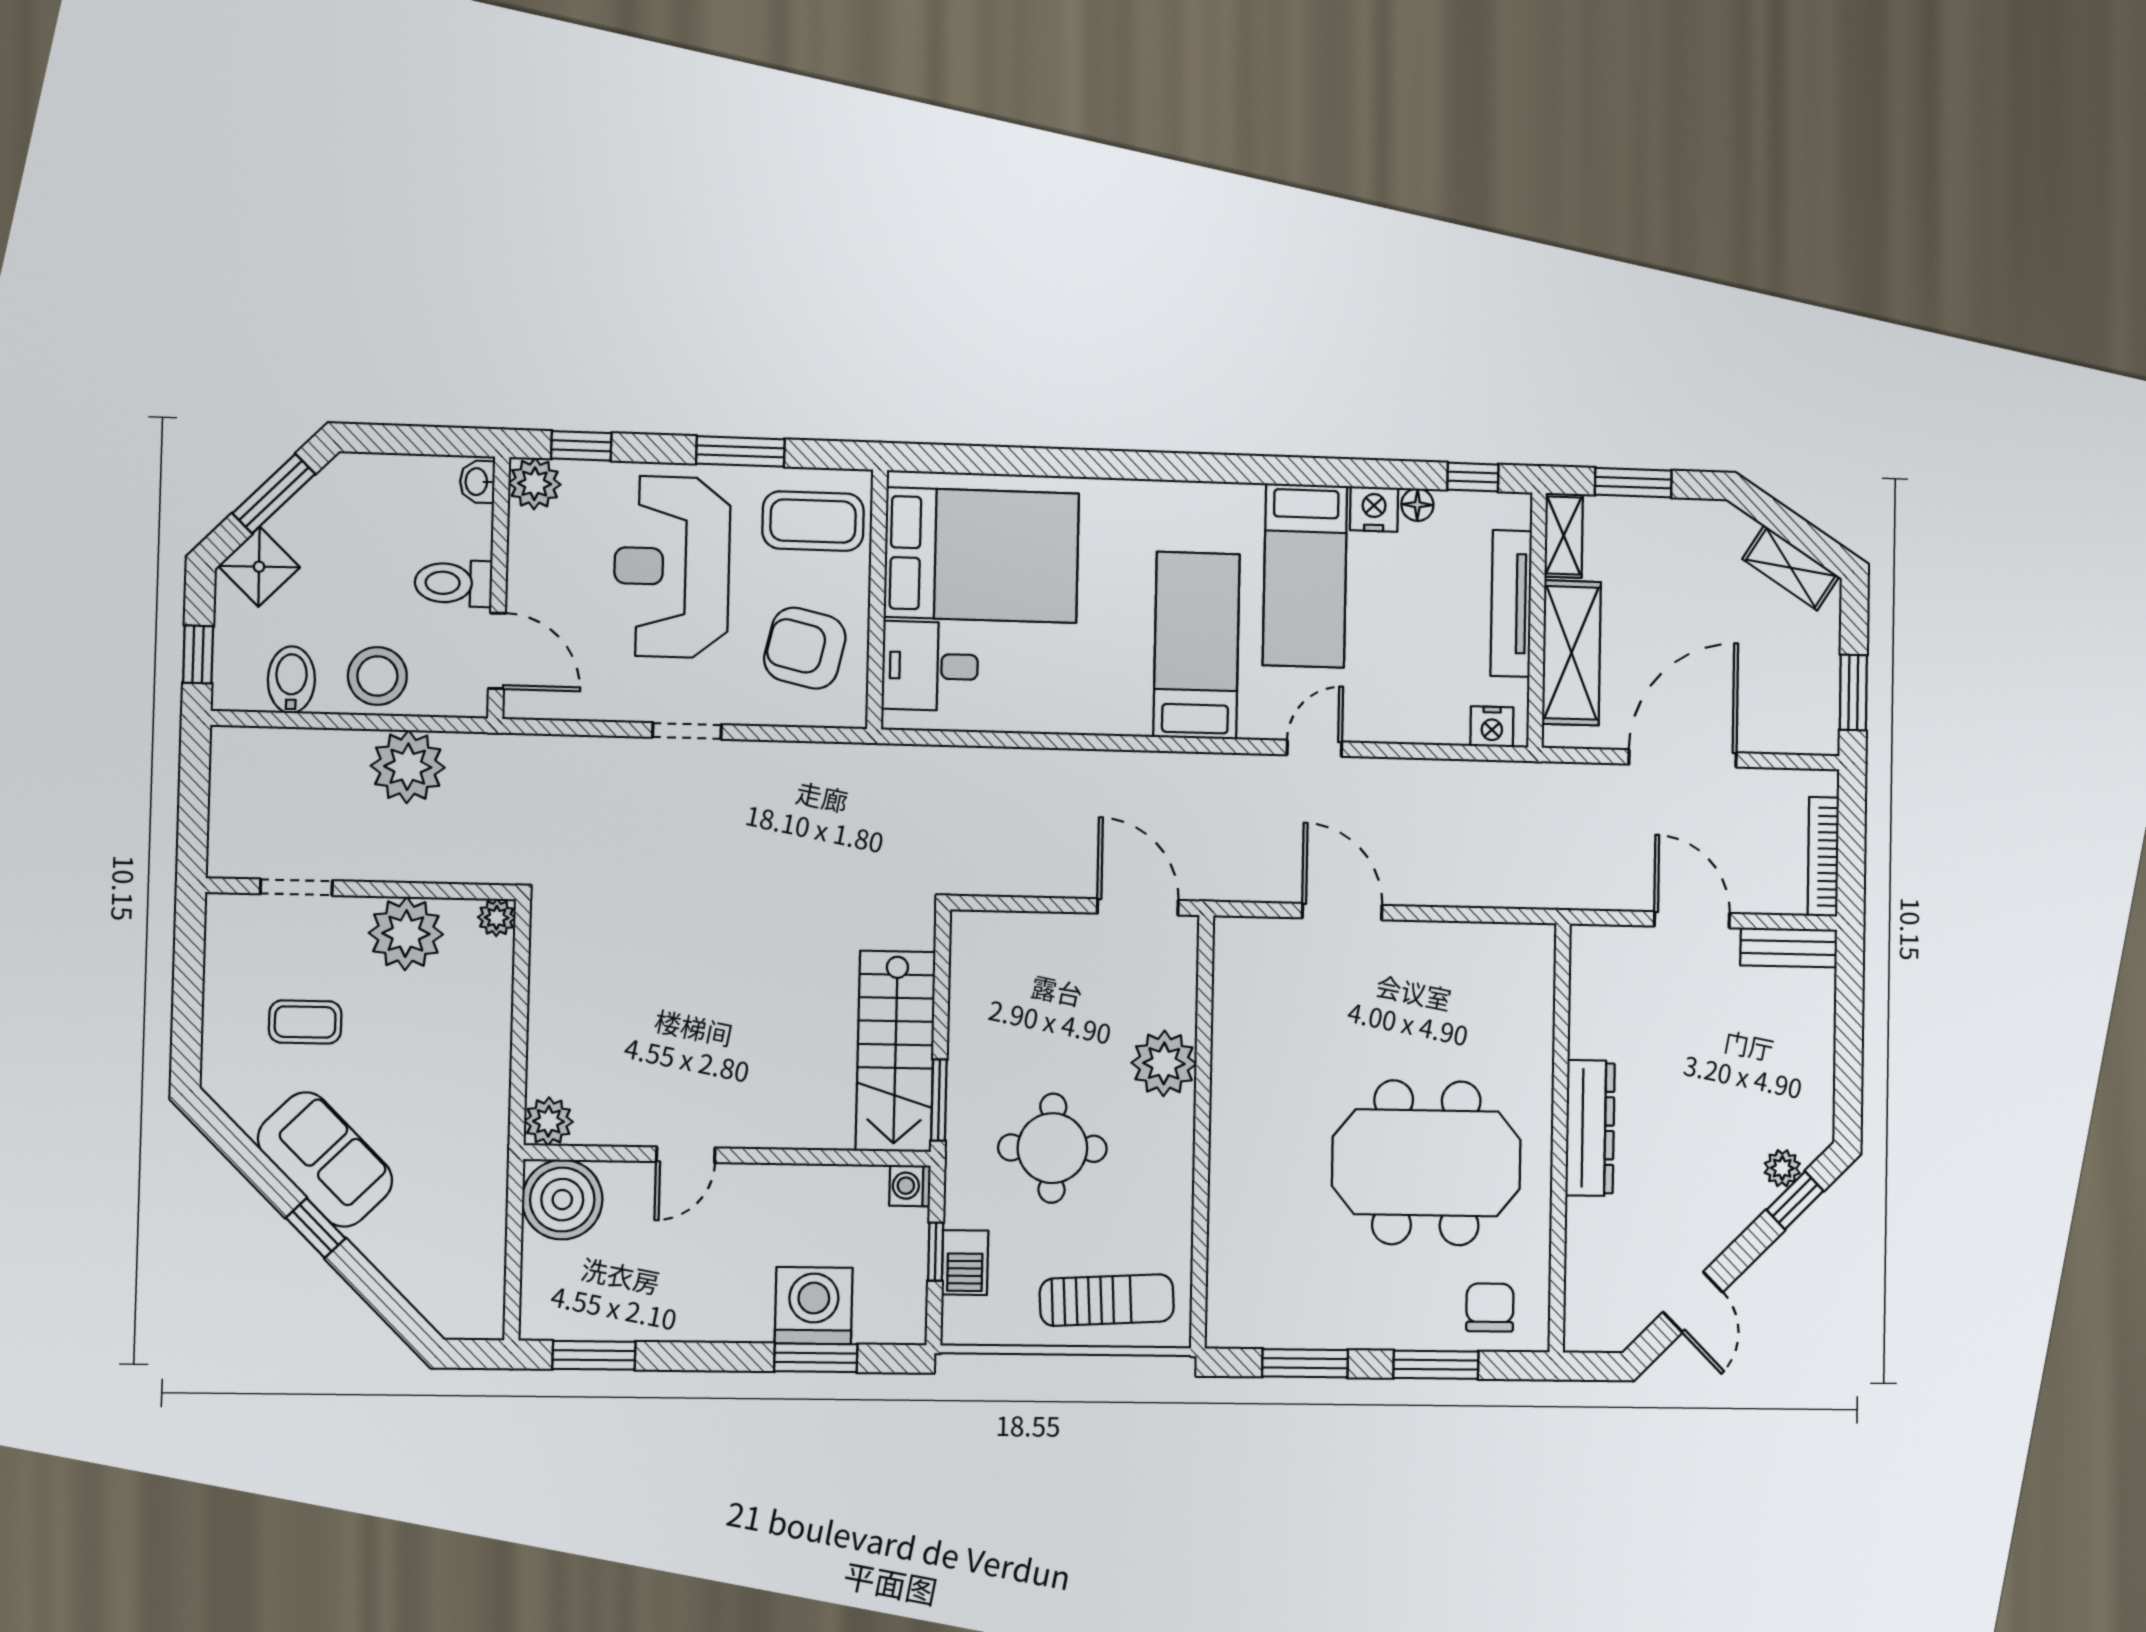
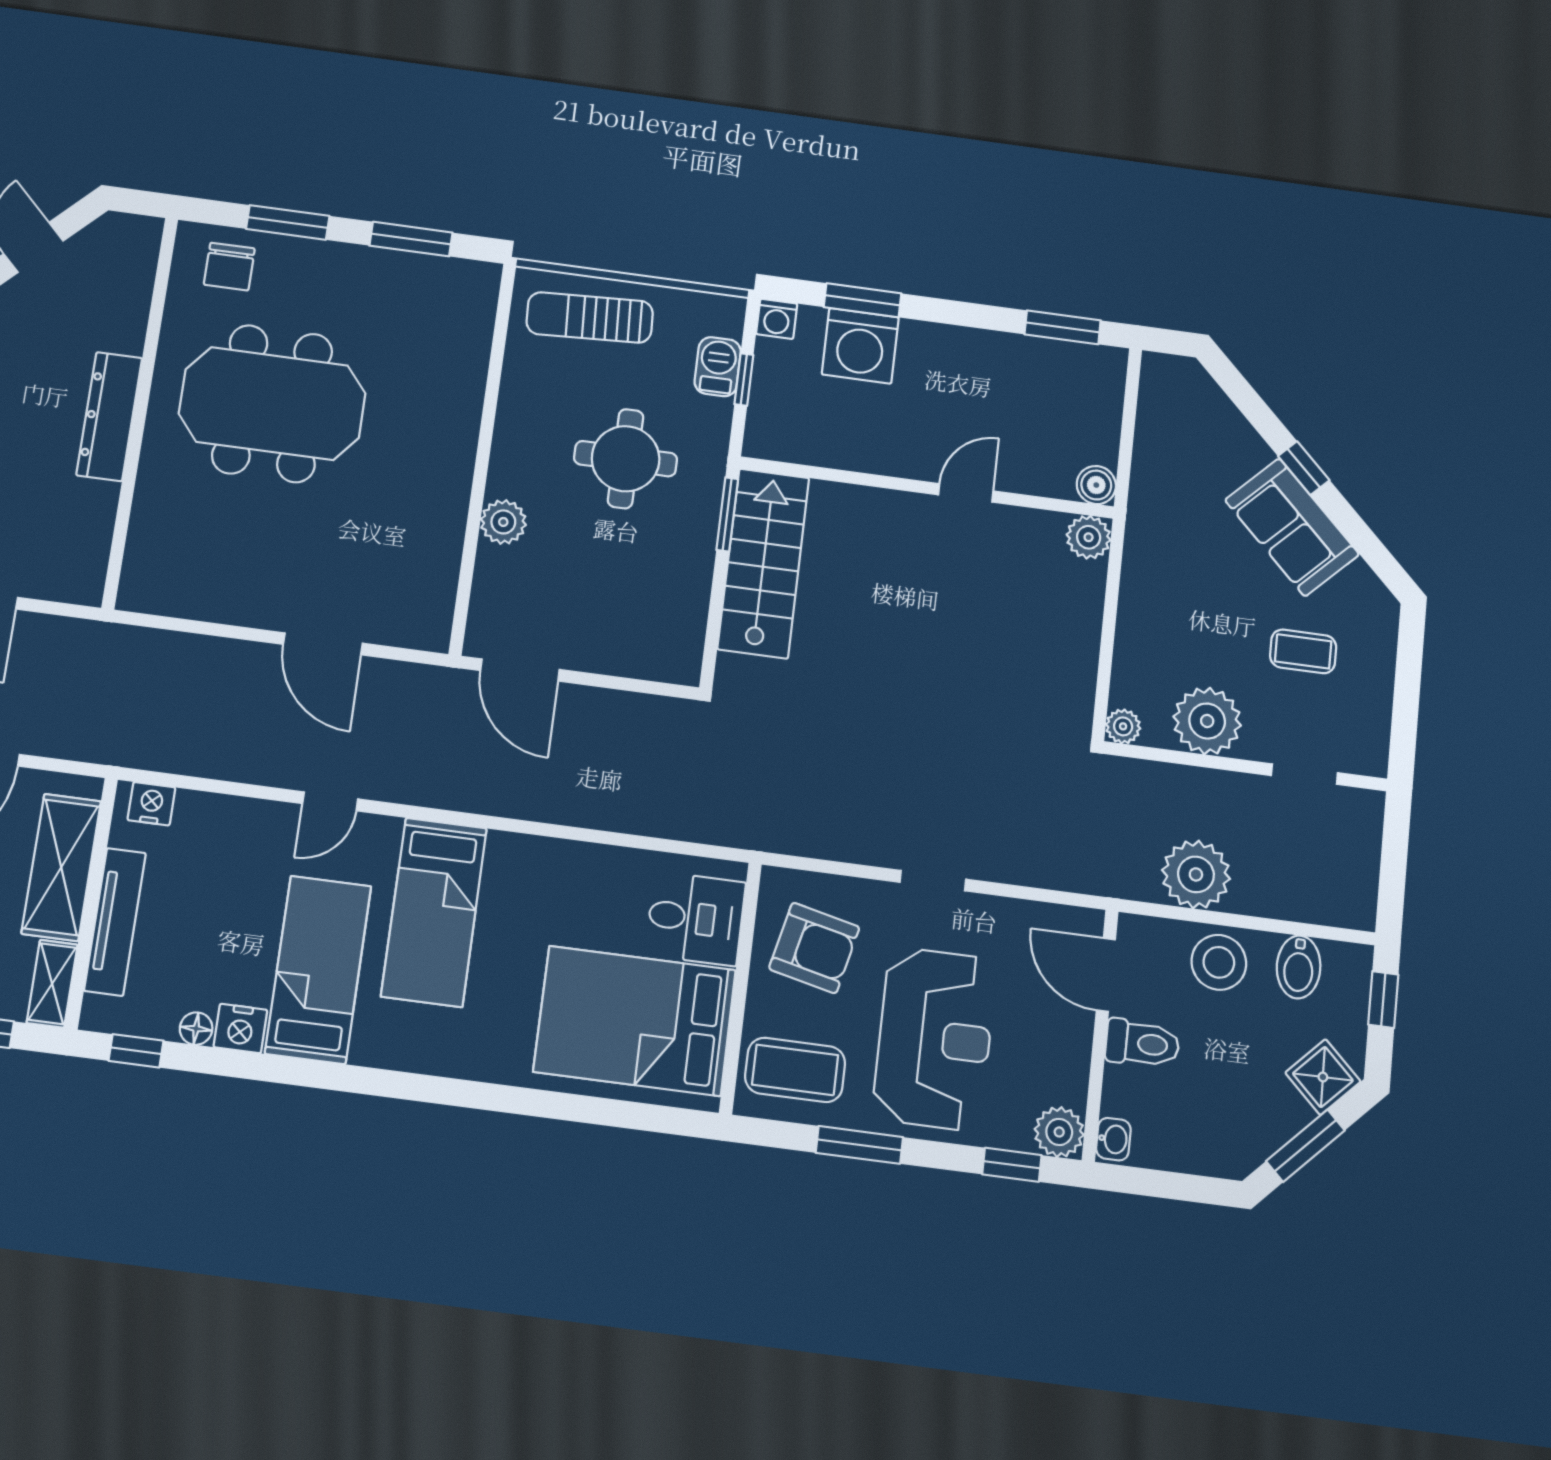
plant: (1164, 1063) -> (503, 522), width x0.73, depth x0.73
washing machine: (910, 1186) -> (777, 319), moved, turned 90
boiler: (562, 1200) -> (1096, 485), width x0.54, depth x0.54

